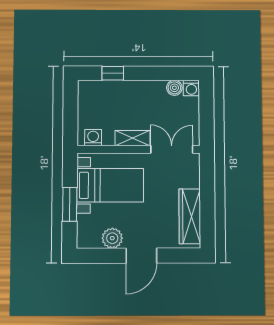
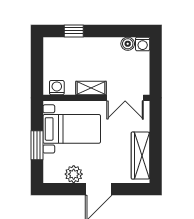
double door: (172, 149) -> (125, 98), swing flipped

